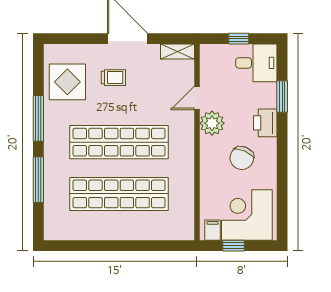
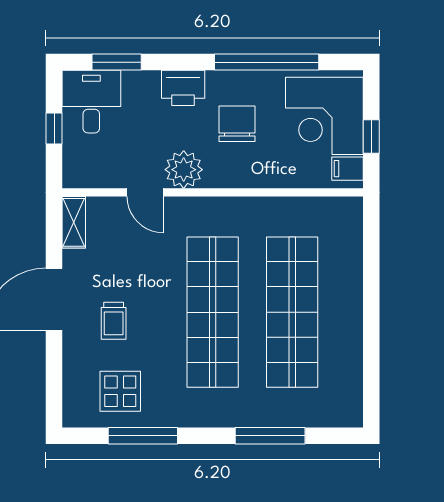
trolley: (113, 78) -> (114, 321), turned 180
display table: (67, 82) -> (120, 391), width x0.73, depth x0.73
window: (282, 96) -> (117, 62), moved
window: (38, 118) -> (143, 436), moved
chair: (242, 158) -> (237, 124), turned -113
window: (282, 177) -> (267, 62), added

